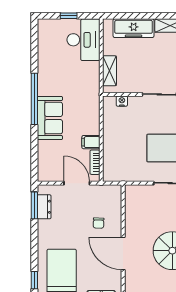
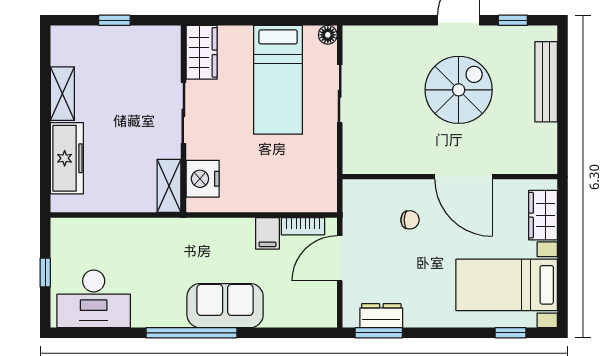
desk: (83, 40) -> (94, 299), moved, turned 180
shelving: (110, 71) -> (169, 186), moved, turned 90
nightstand: (122, 101) -> (203, 179), width x1.89, depth x1.79
door: (123, 253) -> (464, 177), hinge flipped

